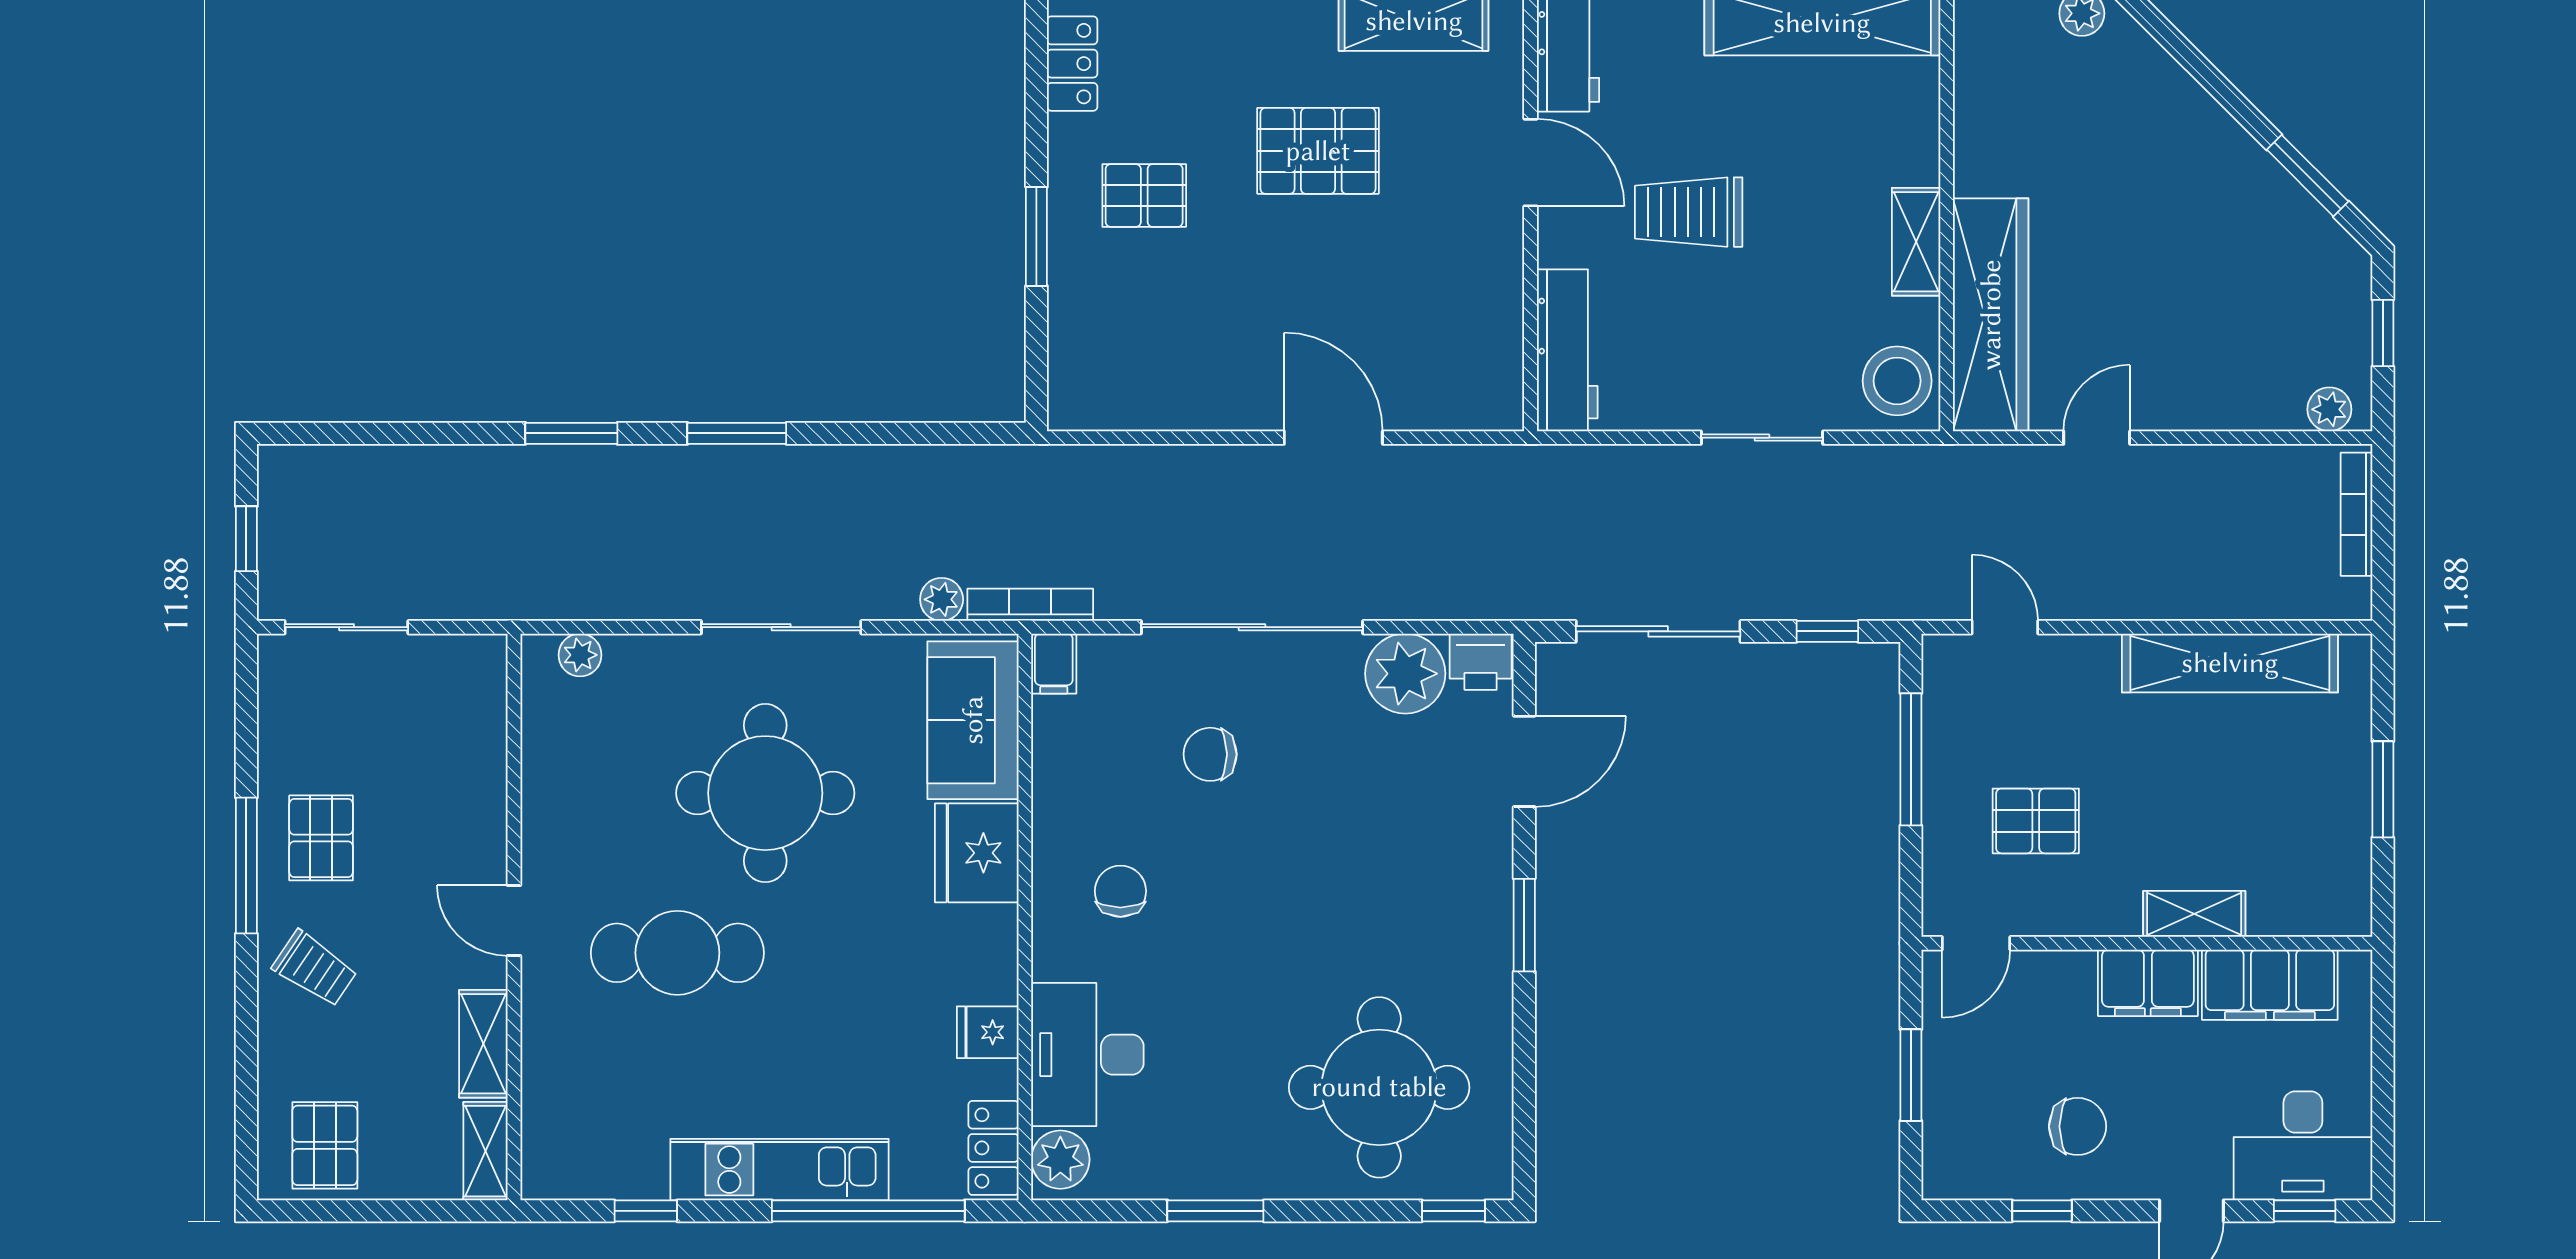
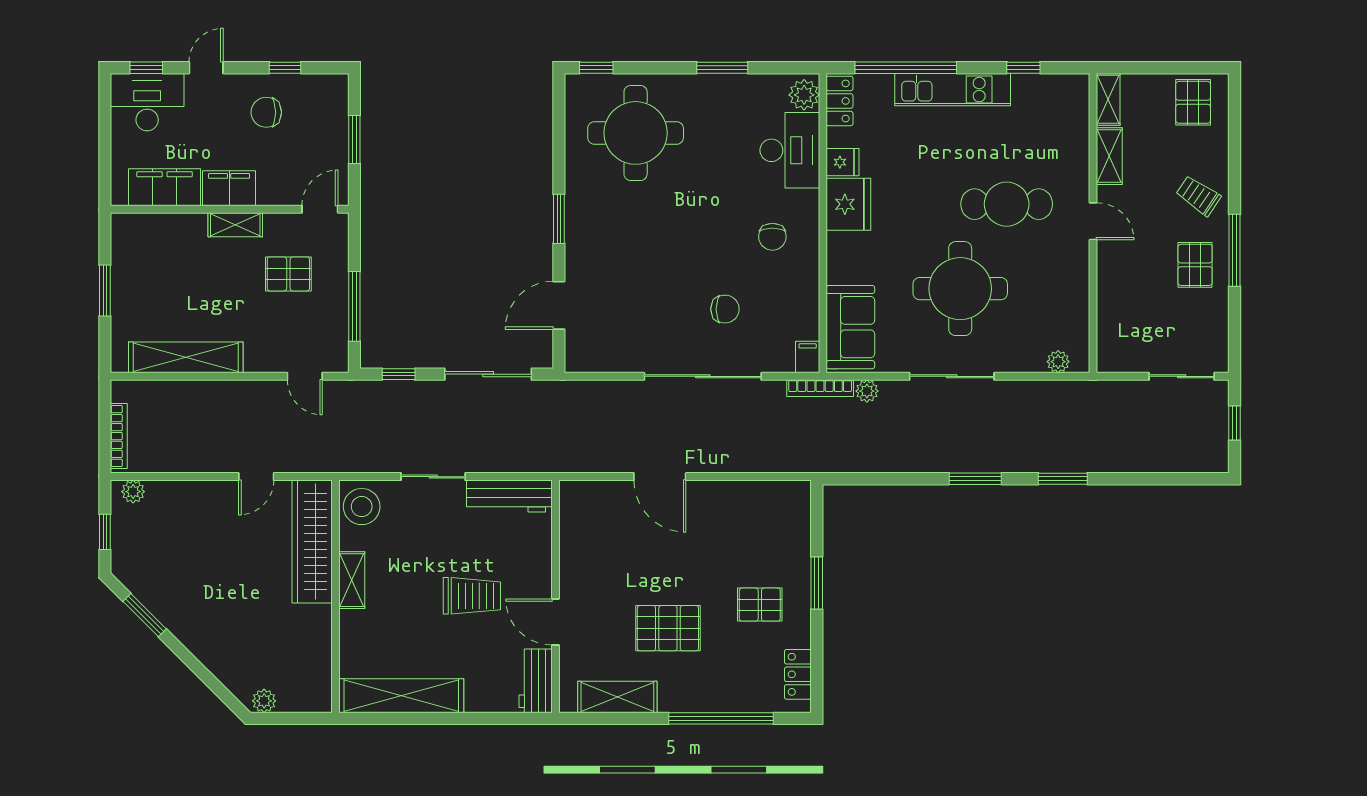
workbench: (1567, 350) -> (509, 496), moved, turned -90
printer: (1481, 662) -> (582, 358), removed
plant: (1405, 674) -> (622, 352), removed
fridge: (977, 853) -> (848, 204), moved
shelving: (2194, 914) -> (235, 225), moved

